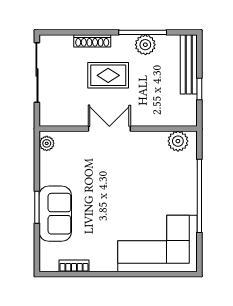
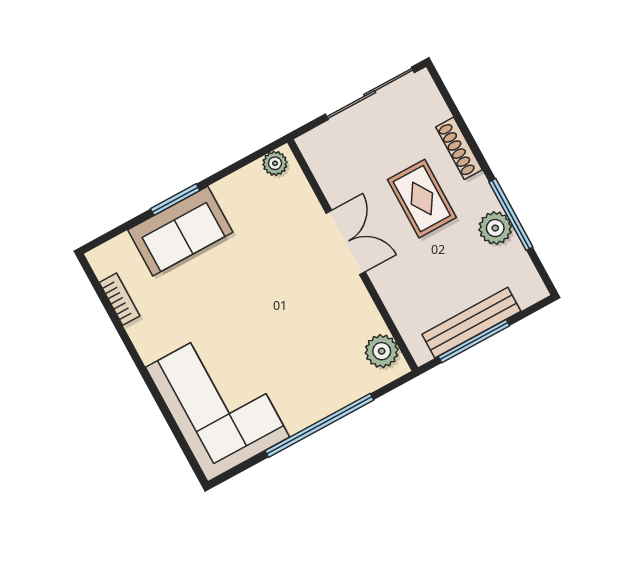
bench: (189, 64) -> (471, 323), moved
window: (199, 89) -> (474, 341), width x2.17

